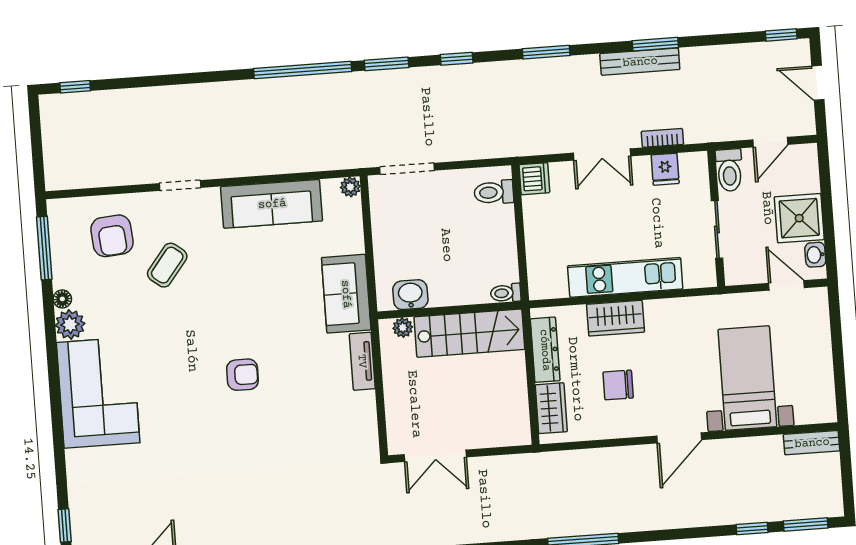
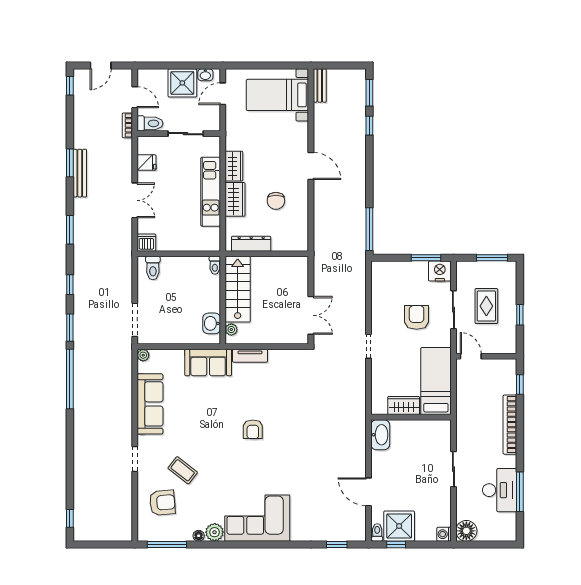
bookcase: (662, 138) -> (127, 125), moved
armchair: (242, 375) -> (253, 429), turned 180
bed with nightstands: (747, 378) -> (277, 95), moved
wardrobe: (551, 408) -> (234, 166), moved, turned 90

